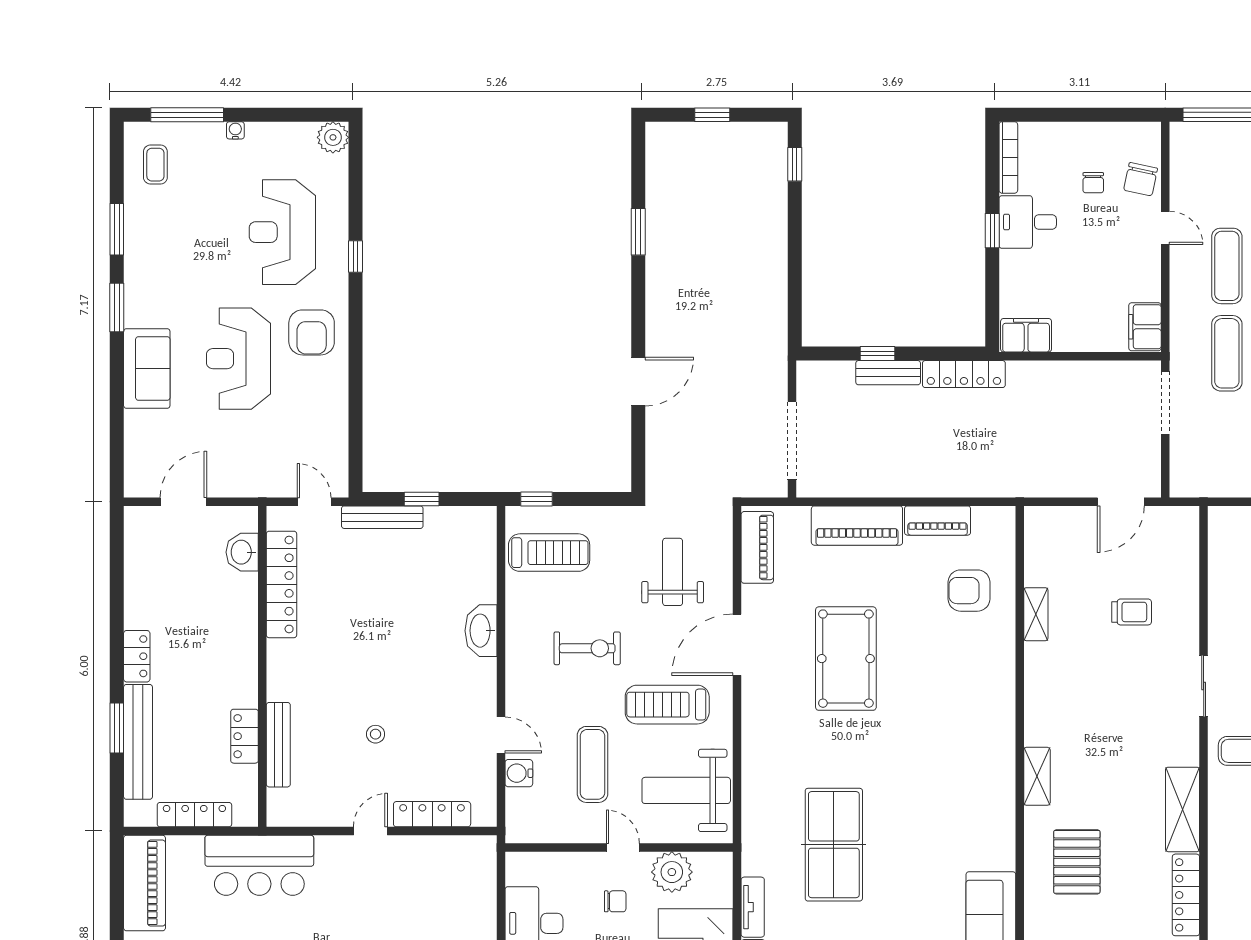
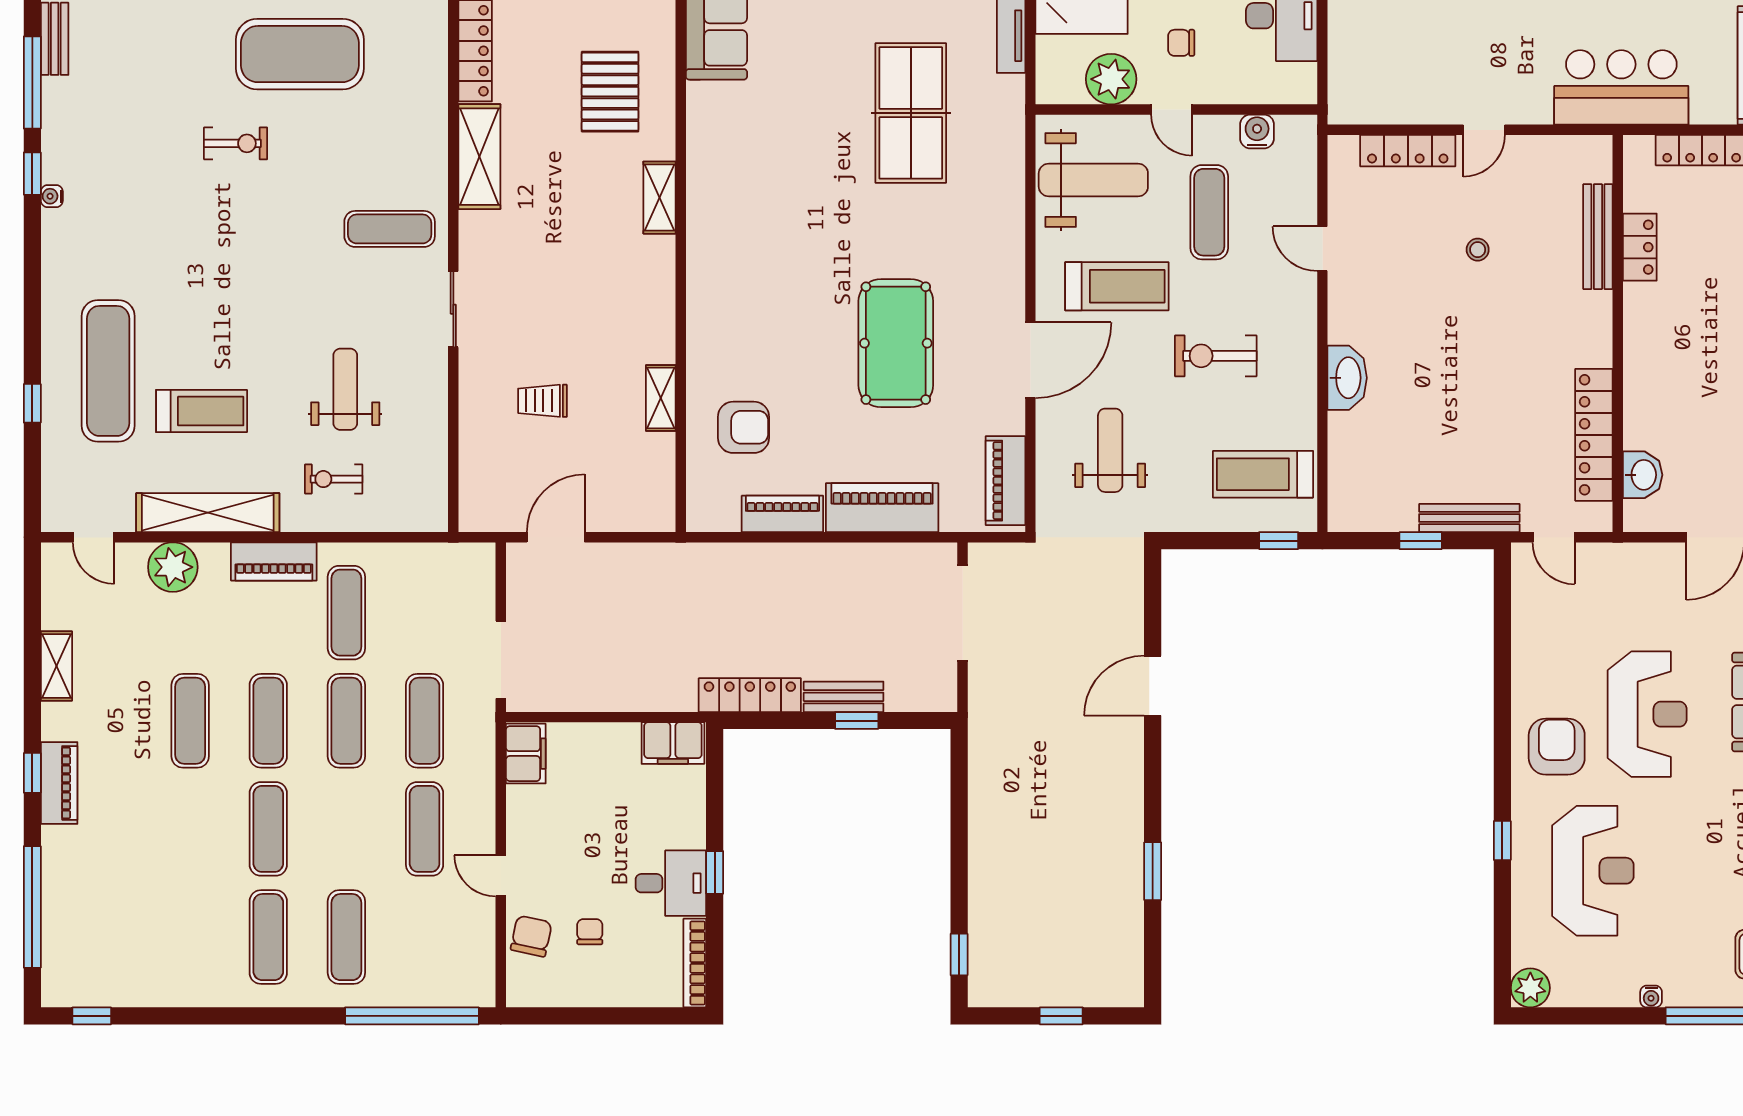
weight bench: (673, 572) -> (1110, 450), turned 180
water cooler: (519, 773) -> (1257, 131), moved, turned -90

